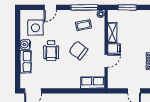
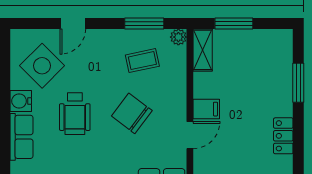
window: (84, 7) -> (144, 23), width x0.69
side table: (35, 28) -> (42, 66), turned 45
shelving: (112, 33) -> (203, 50), moved

